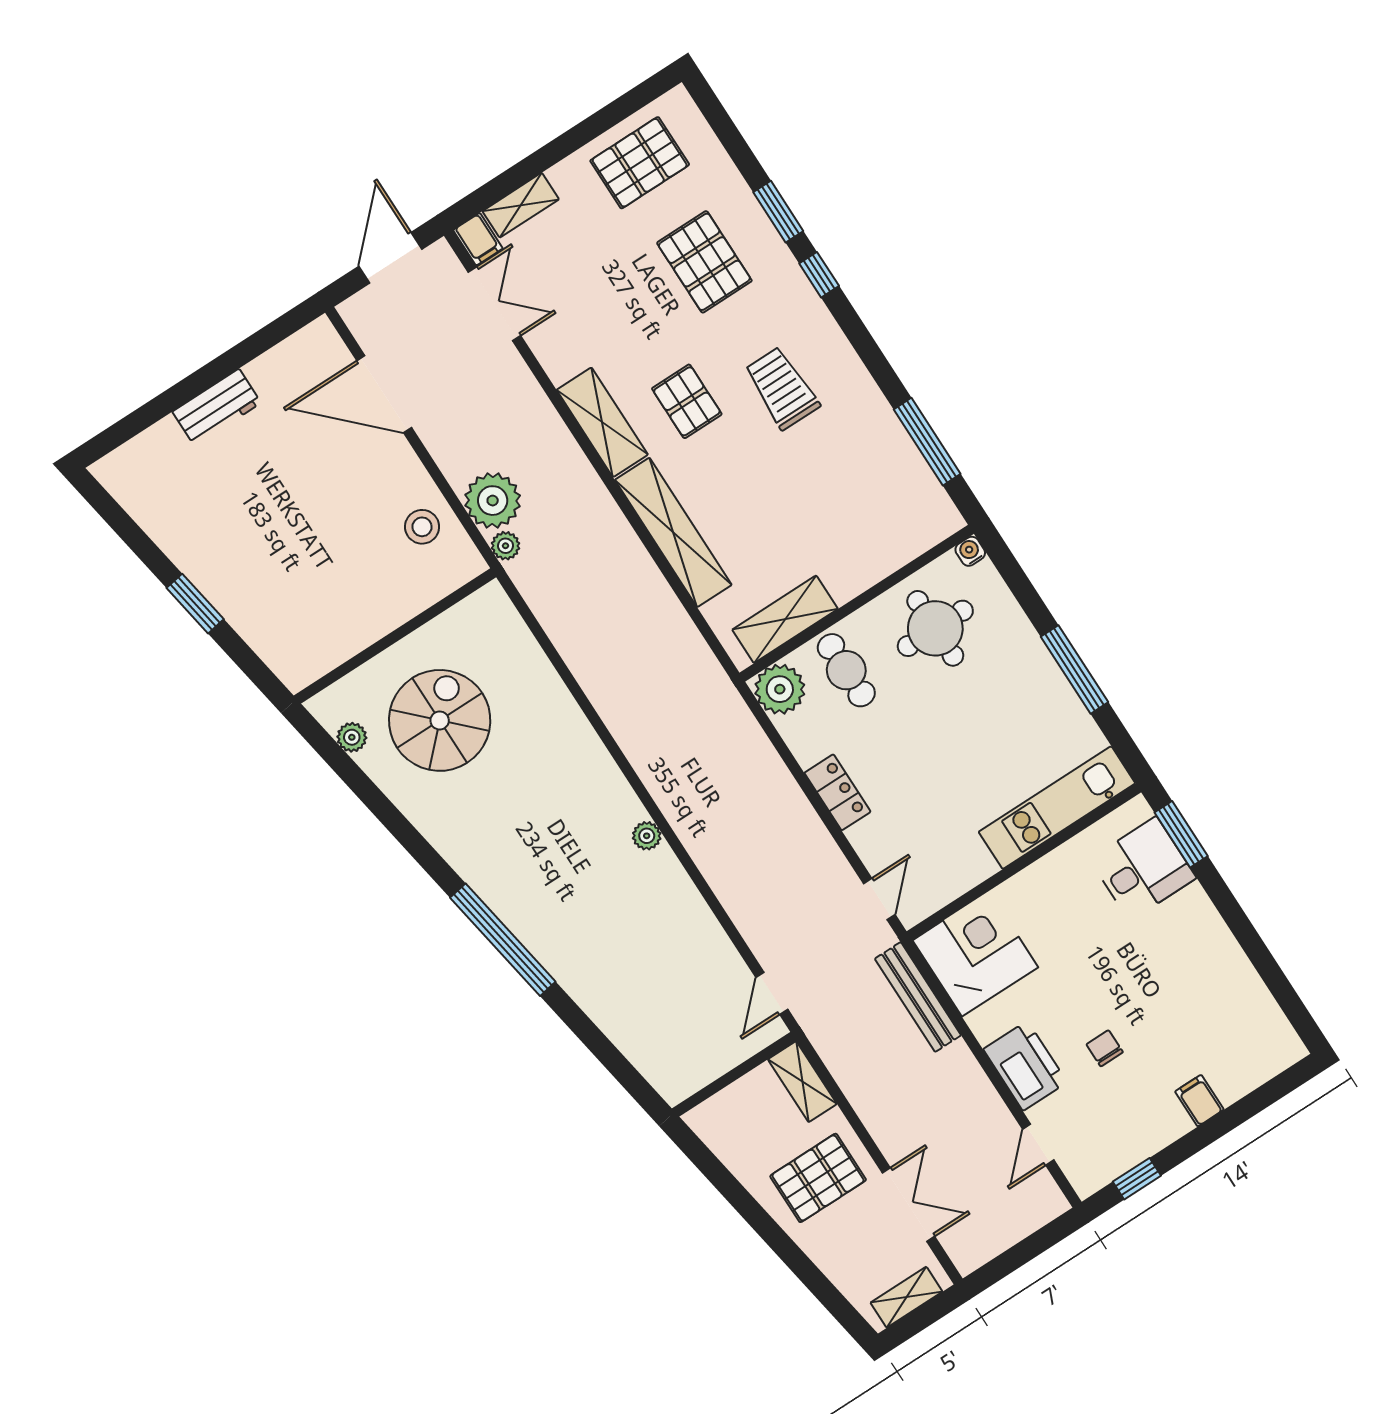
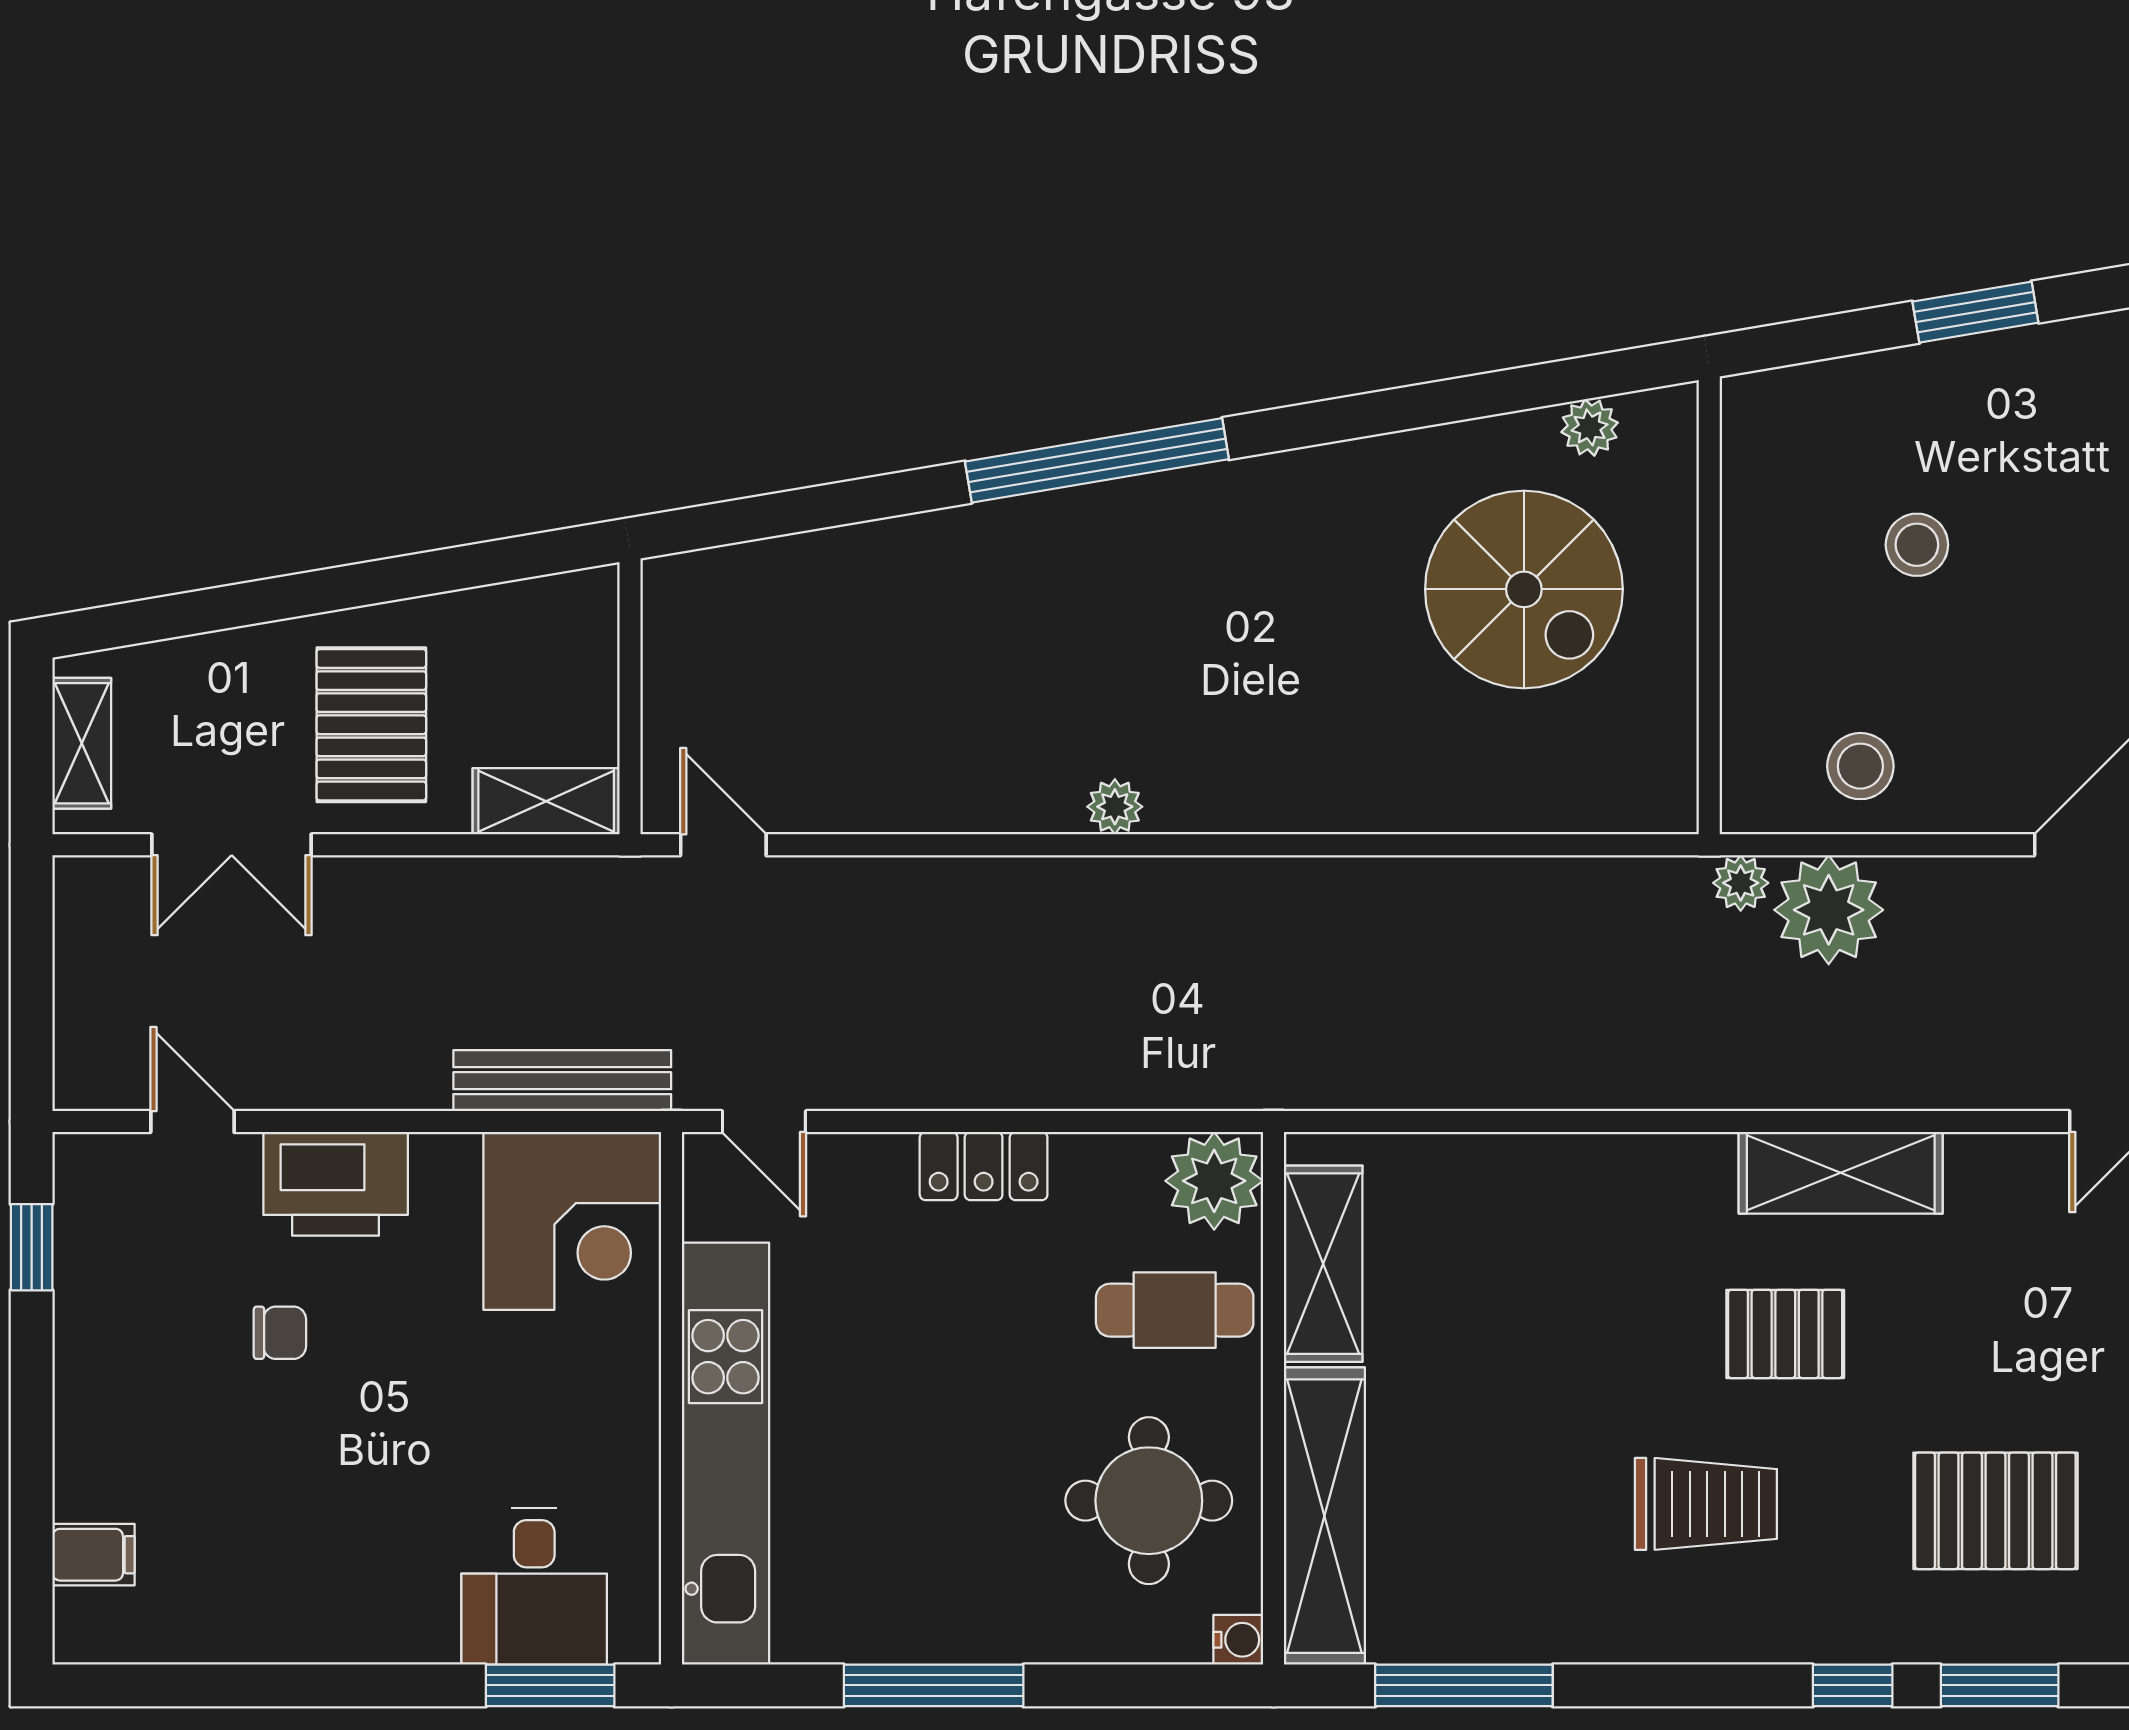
shelving: (673, 532) -> (1324, 1516), moved, turned 90
stool: (311, 564) -> (1917, 545), added
kitchen unit: (1057, 808) -> (726, 1454), width x1.36
filing cabinet: (1199, 1101) -> (93, 1555), moved

